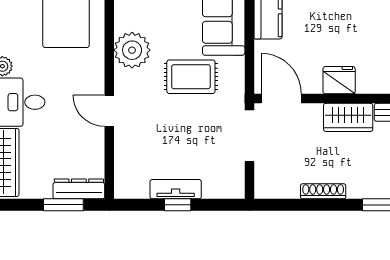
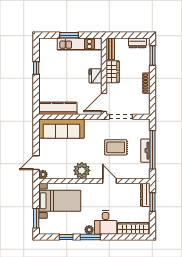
rug: (191, 77) -> (116, 147), moved, turned 90
door: (109, 111) -> (110, 181), swing flipped
window: (178, 205) -> (153, 150), width x3.17

